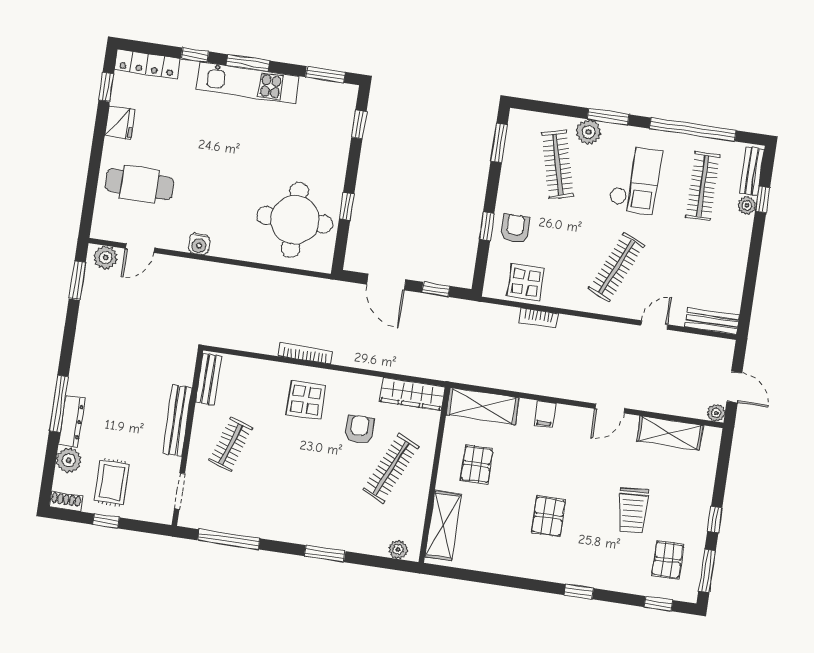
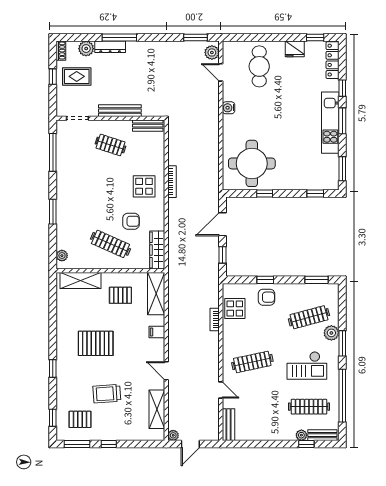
clothes rail: (616, 267) -> (252, 362), turned -36
pallet: (548, 516) -> (96, 343), width x1.50, depth x1.42

